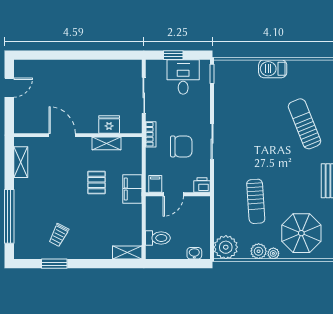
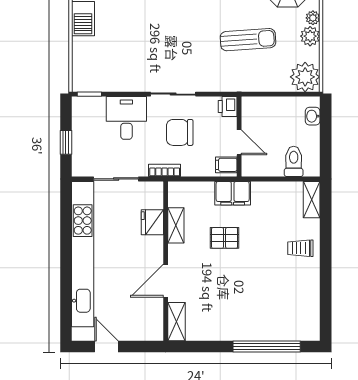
kitchen unit: (84, 69) -> (83, 254), added
desk: (183, 77) -> (126, 118), moved, turned 90
chair: (181, 146) -> (180, 132), turned -90
shelving: (21, 162) -> (177, 322), moved, turned 90
trolley: (59, 235) -> (300, 248), moved, turned 153
window: (54, 264) -> (326, 290), removed

